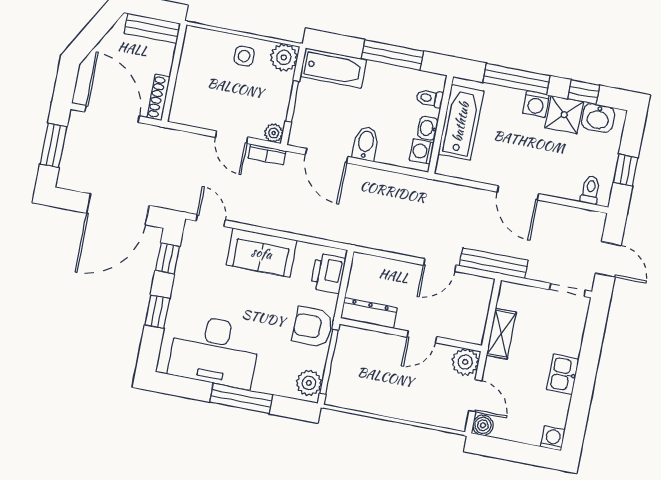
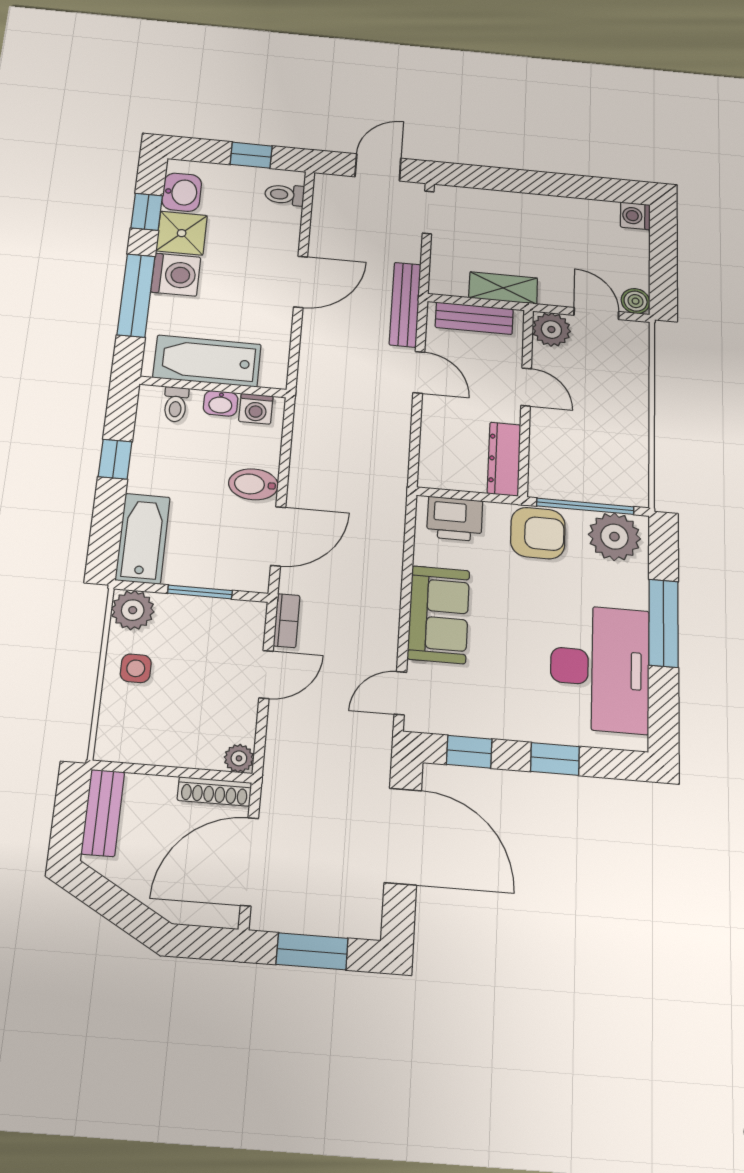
window: (392, 55) -> (115, 459), width x0.46
washing machine: (536, 104) -> (176, 275), width x1.38, depth x1.38
plant: (274, 133) -> (239, 758), moved
bench: (479, 310) -> (474, 318), added
armchair: (313, 327) -> (538, 533), turned -90
kitchen sink: (563, 374) -> (545, 210), removed
plant: (309, 383) -> (614, 537), width x1.36, depth x1.36
door: (475, 396) -> (596, 313), hinge flipped

